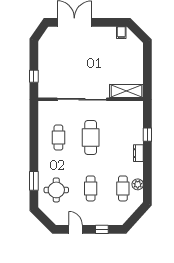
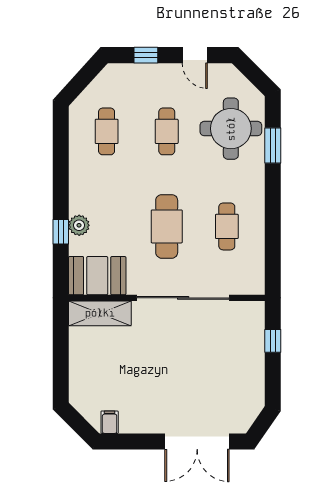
booth: (128, 111) -> (97, 276), added
dresser: (138, 153) -> (78, 197), removed
plant: (138, 184) -> (79, 225), moved
round table: (56, 190) -> (231, 129), width x1.36, depth x1.36

